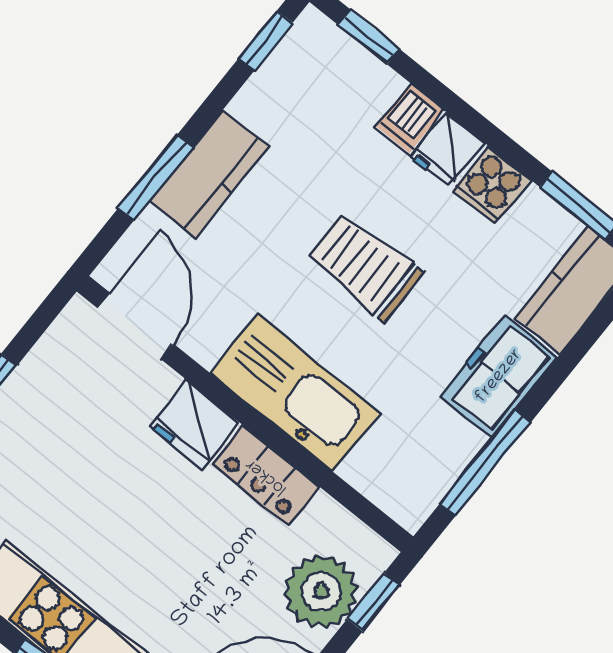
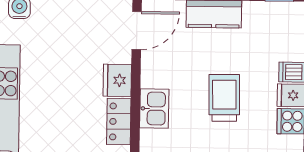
kitchen sink: (295, 393) -> (154, 109), width x0.53, depth x0.81

